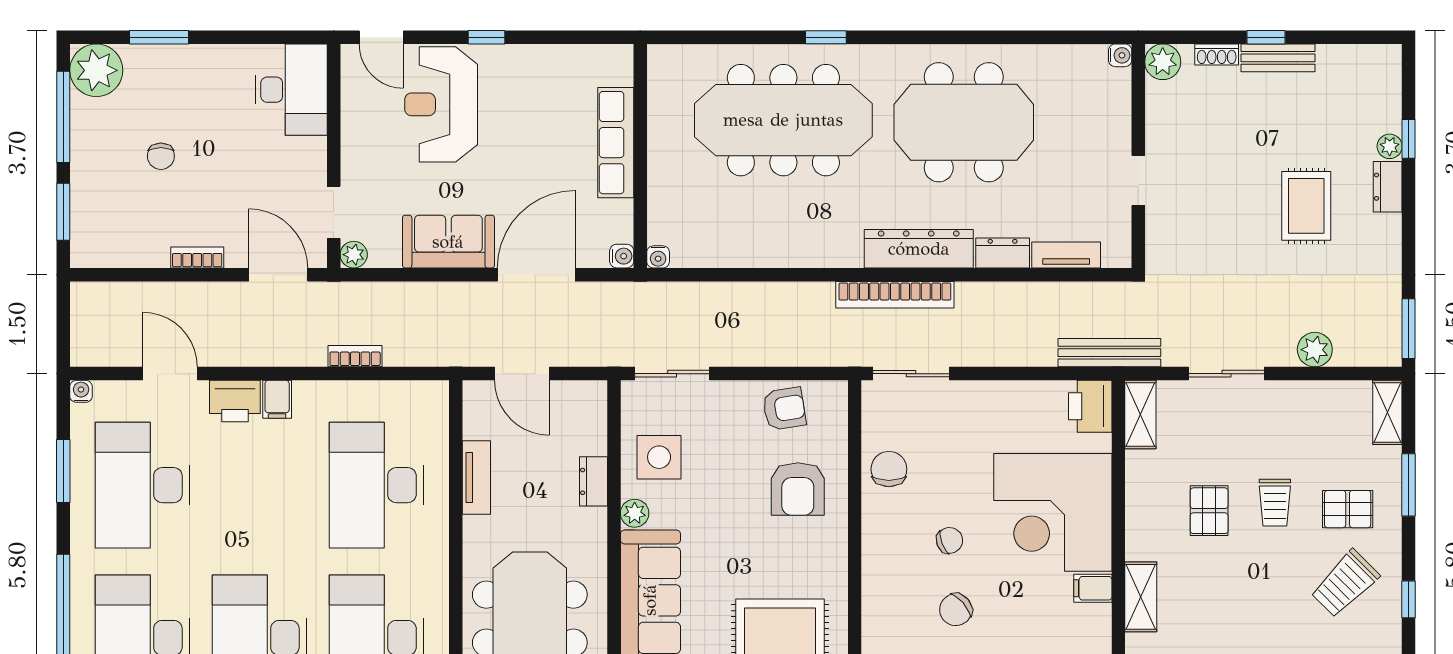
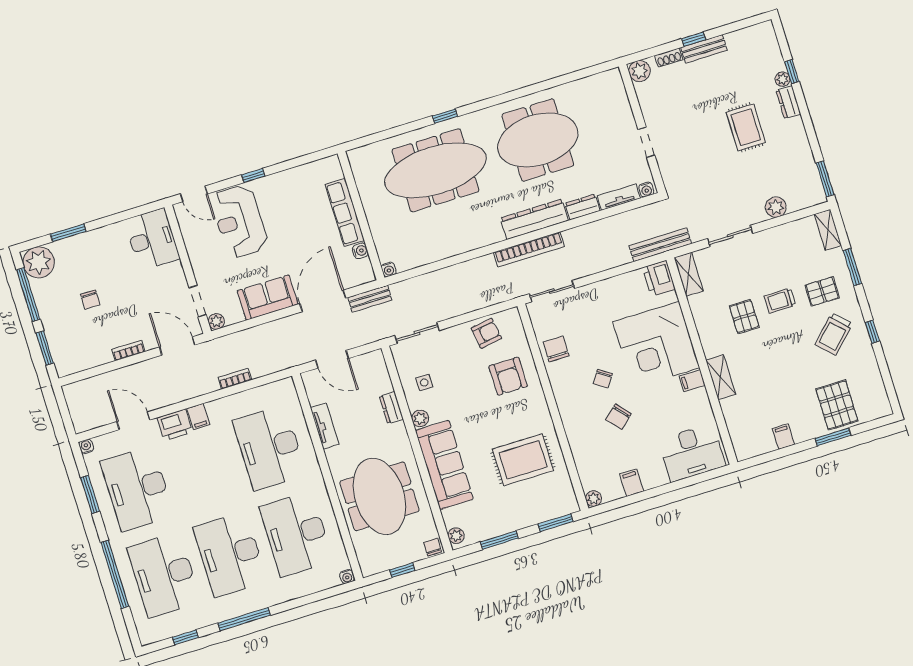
water cooler: (1120, 55) -> (646, 190), moved, turned 90
water cooler: (622, 256) -> (360, 251), moved
bench: (613, 295) -> (370, 299), added
side table: (659, 457) -> (424, 382), width x0.54, depth x0.54
trolley: (1275, 503) -> (780, 300), turned 90
chair: (950, 540) -> (603, 379), turned 145

